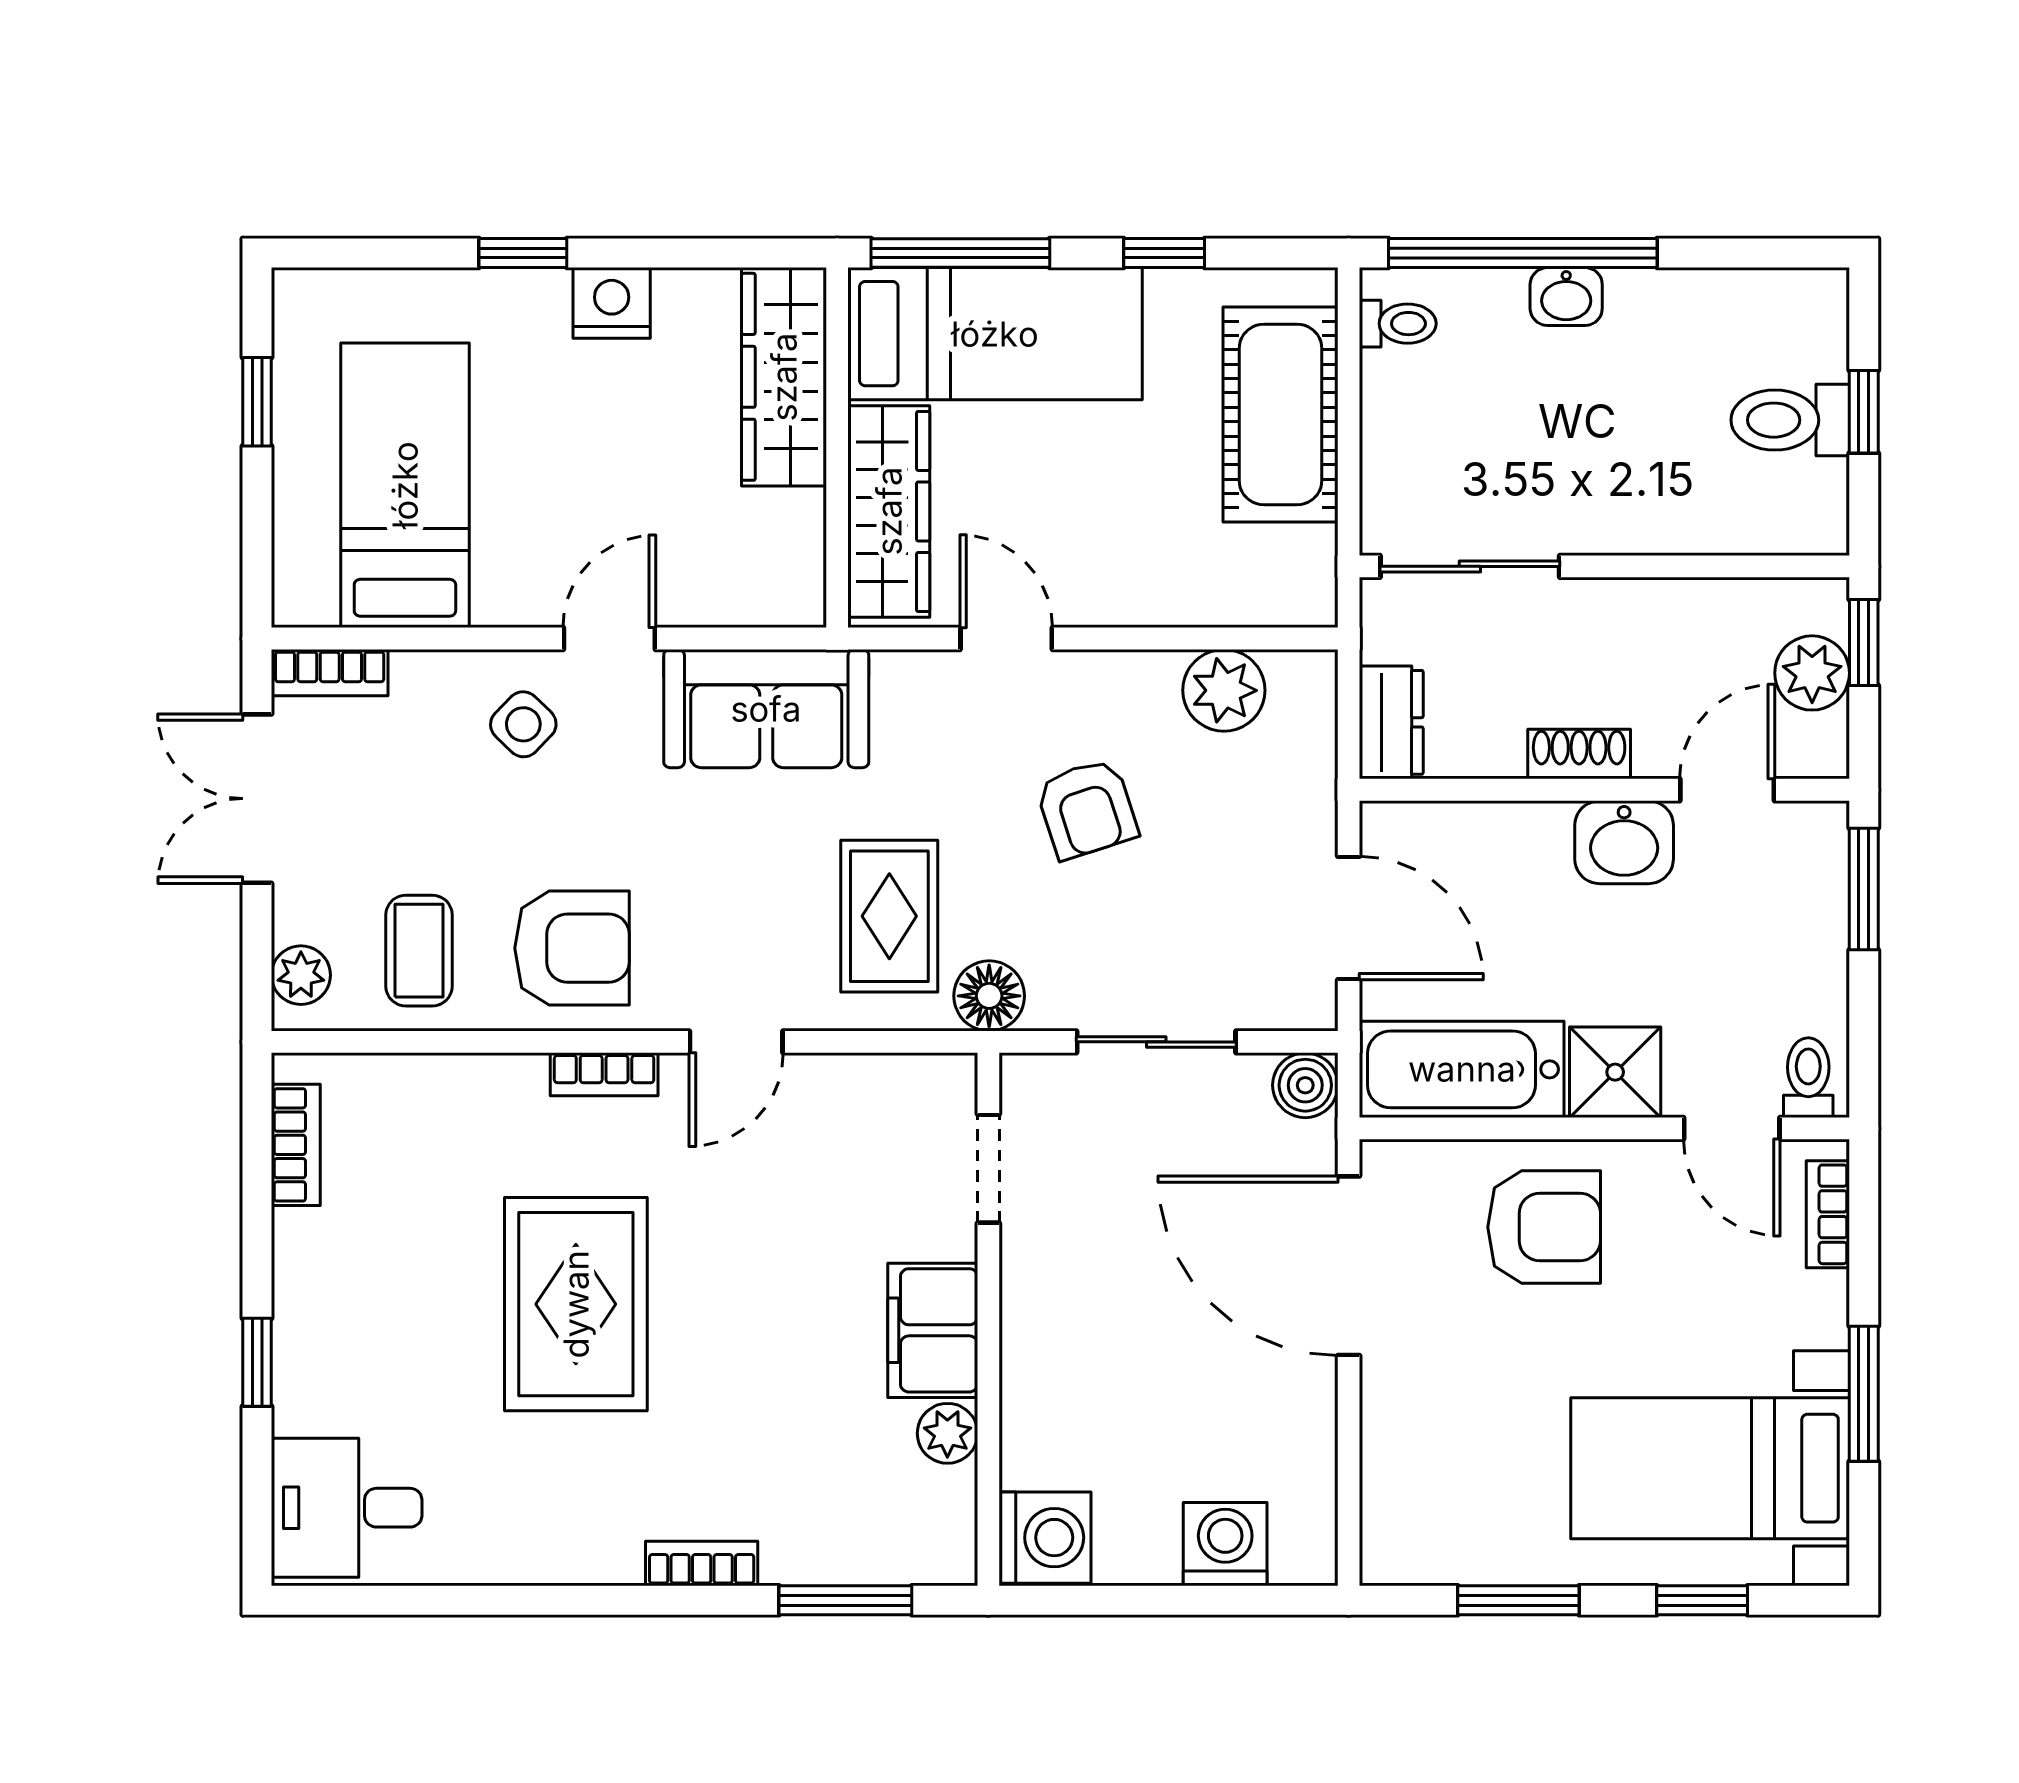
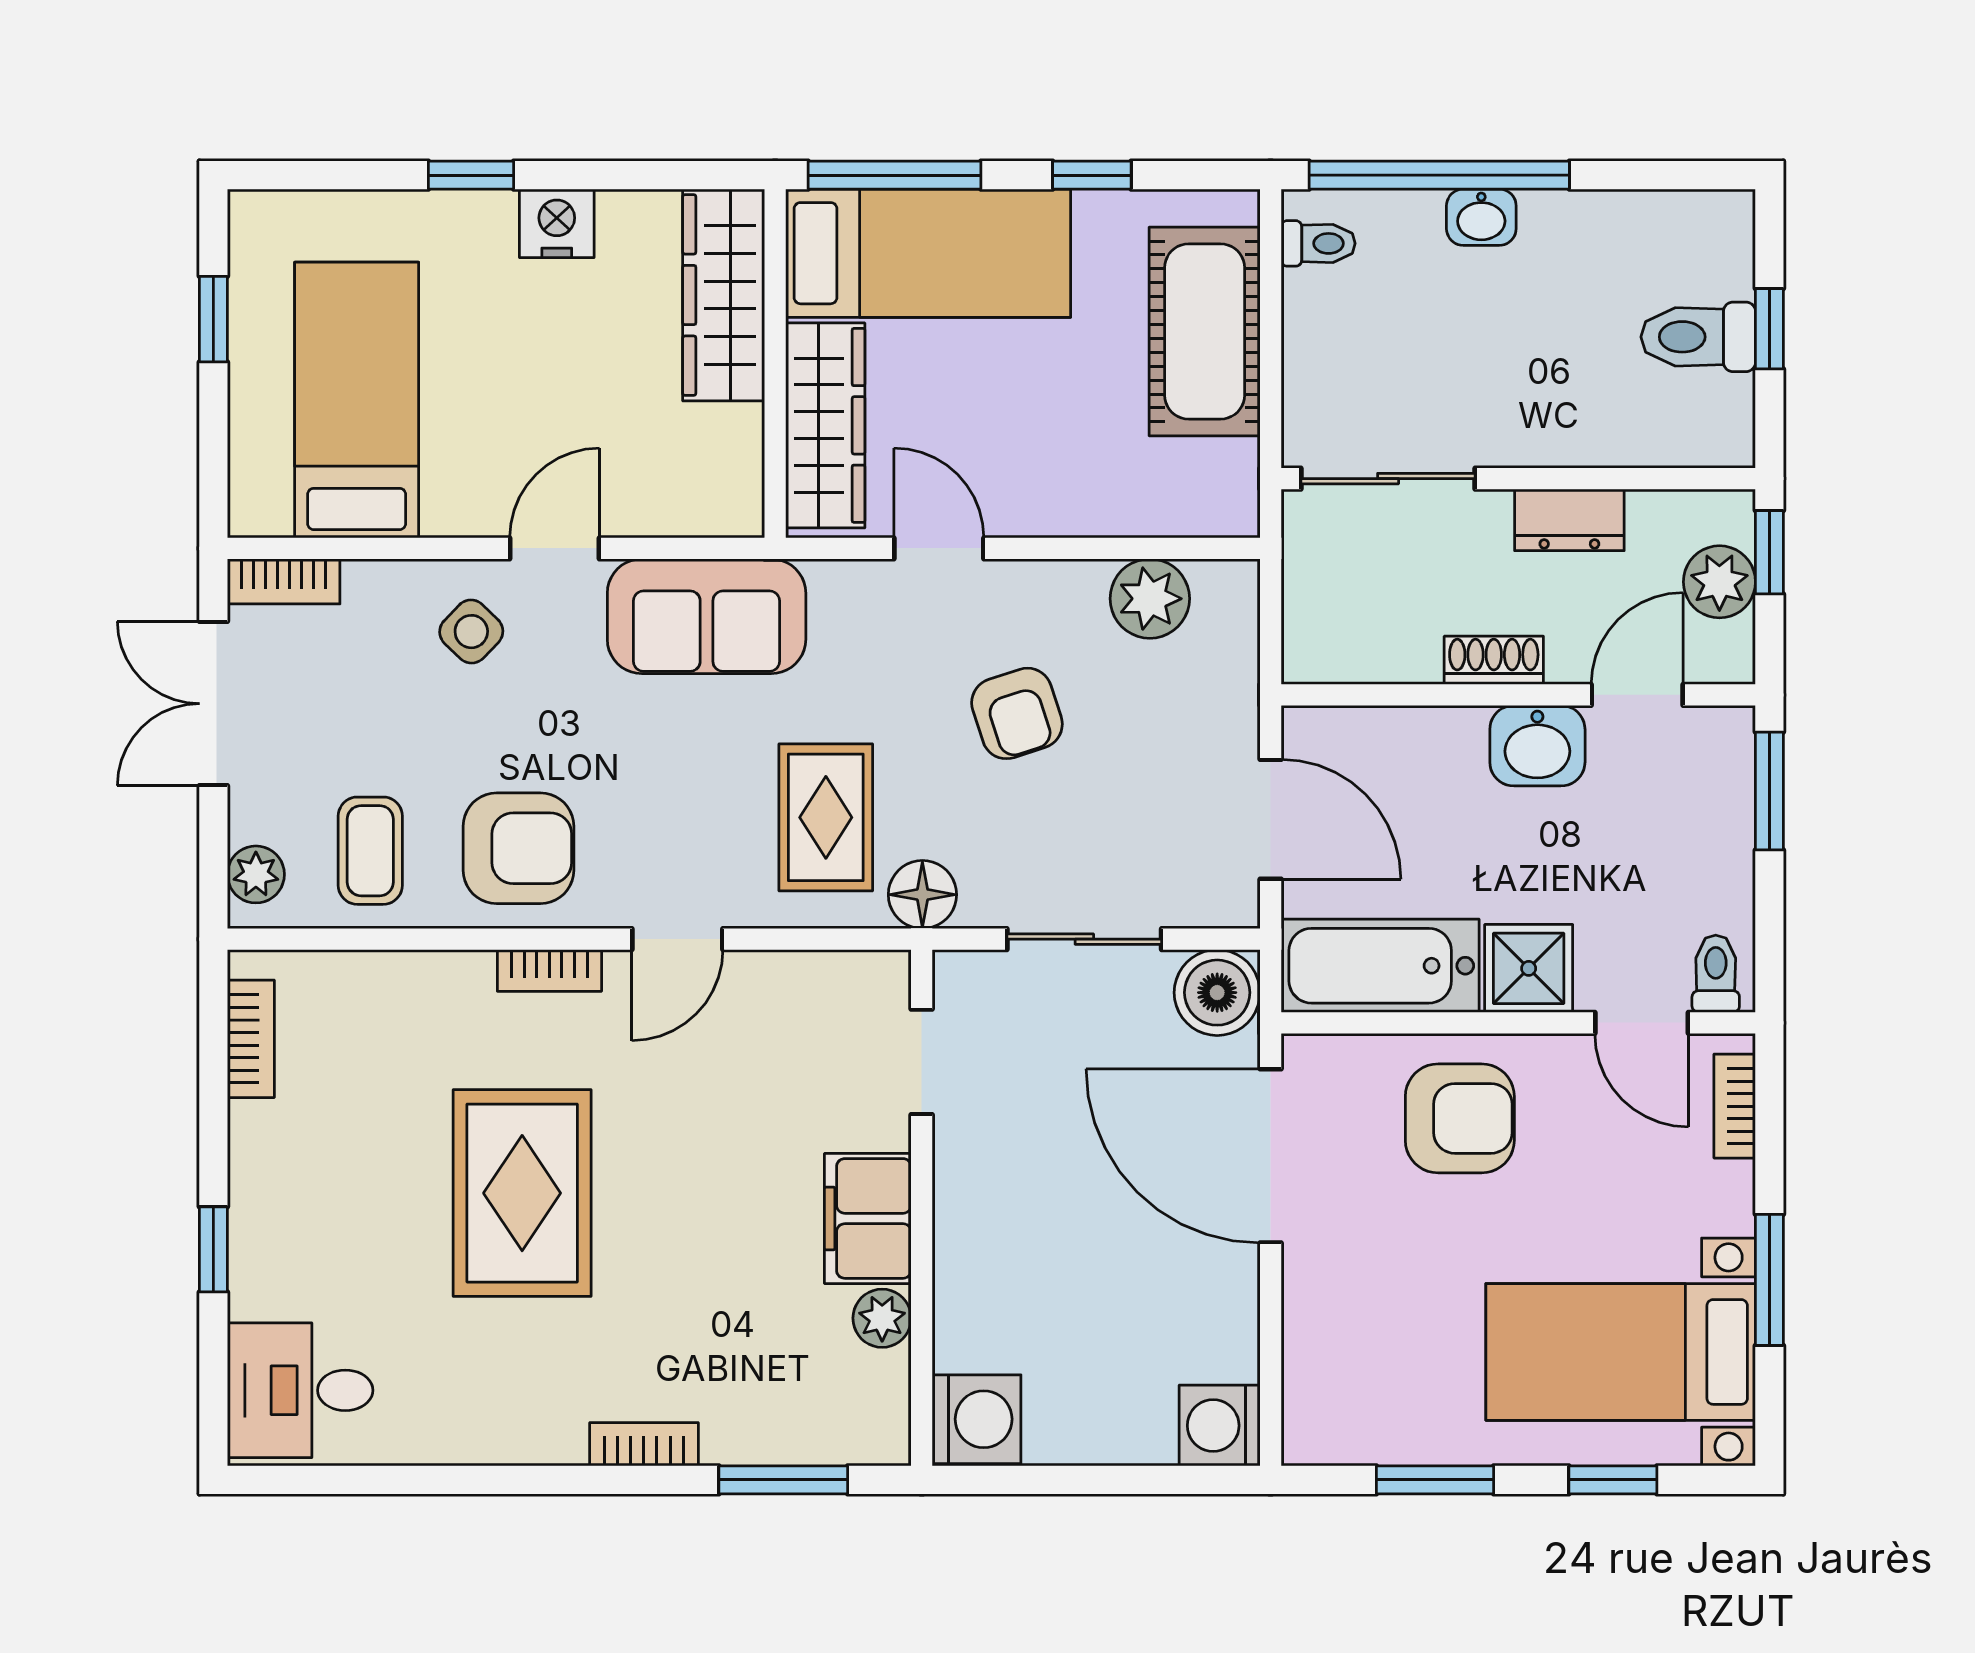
dresser: (1391, 722) -> (1569, 520), moved, turned 90
boiler: (1305, 1085) -> (1217, 993), width x1.36, depth x1.36
washing machine: (1225, 1544) -> (1220, 1426), moved, turned -90

